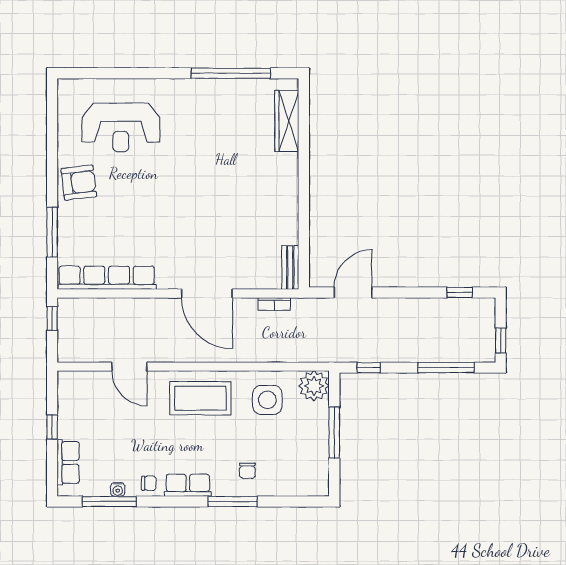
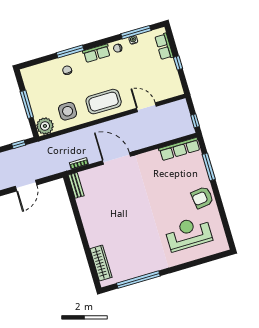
row of seats: (107, 278) -> (179, 149), width x0.73
door: (353, 292) -> (26, 186), moved

